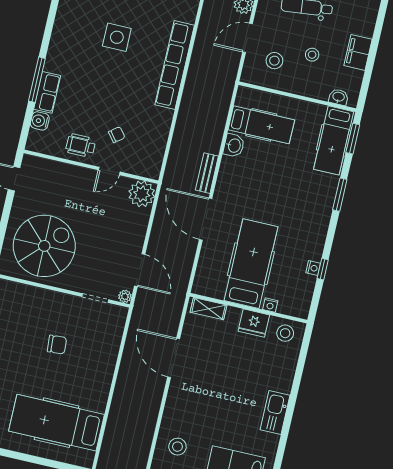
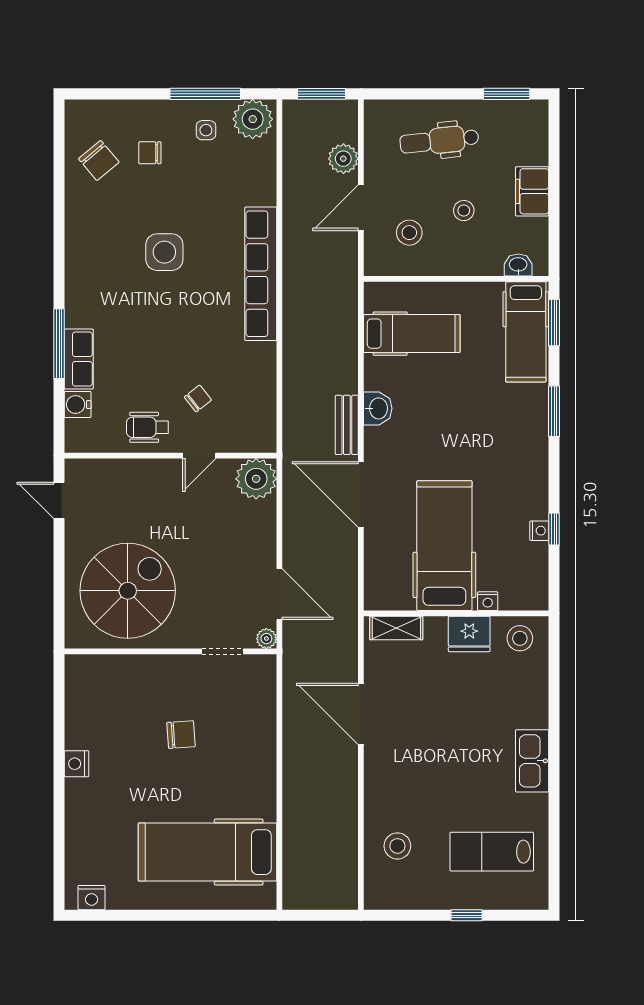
washbasin: (234, 145) -> (378, 408), moved

